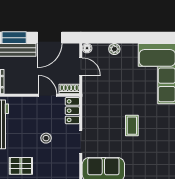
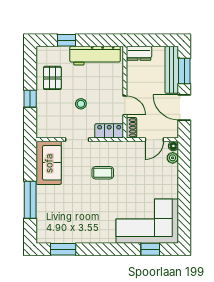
plant: (114, 49) -> (173, 158), moved
door: (48, 95) -> (125, 105), hinge flipped
coffee table: (132, 126) -> (103, 173), moved

